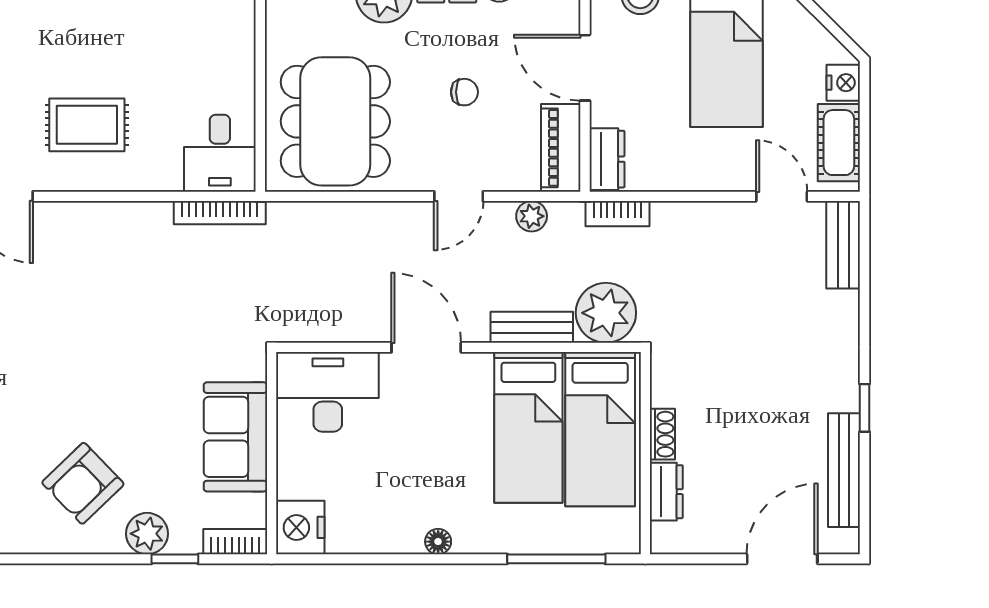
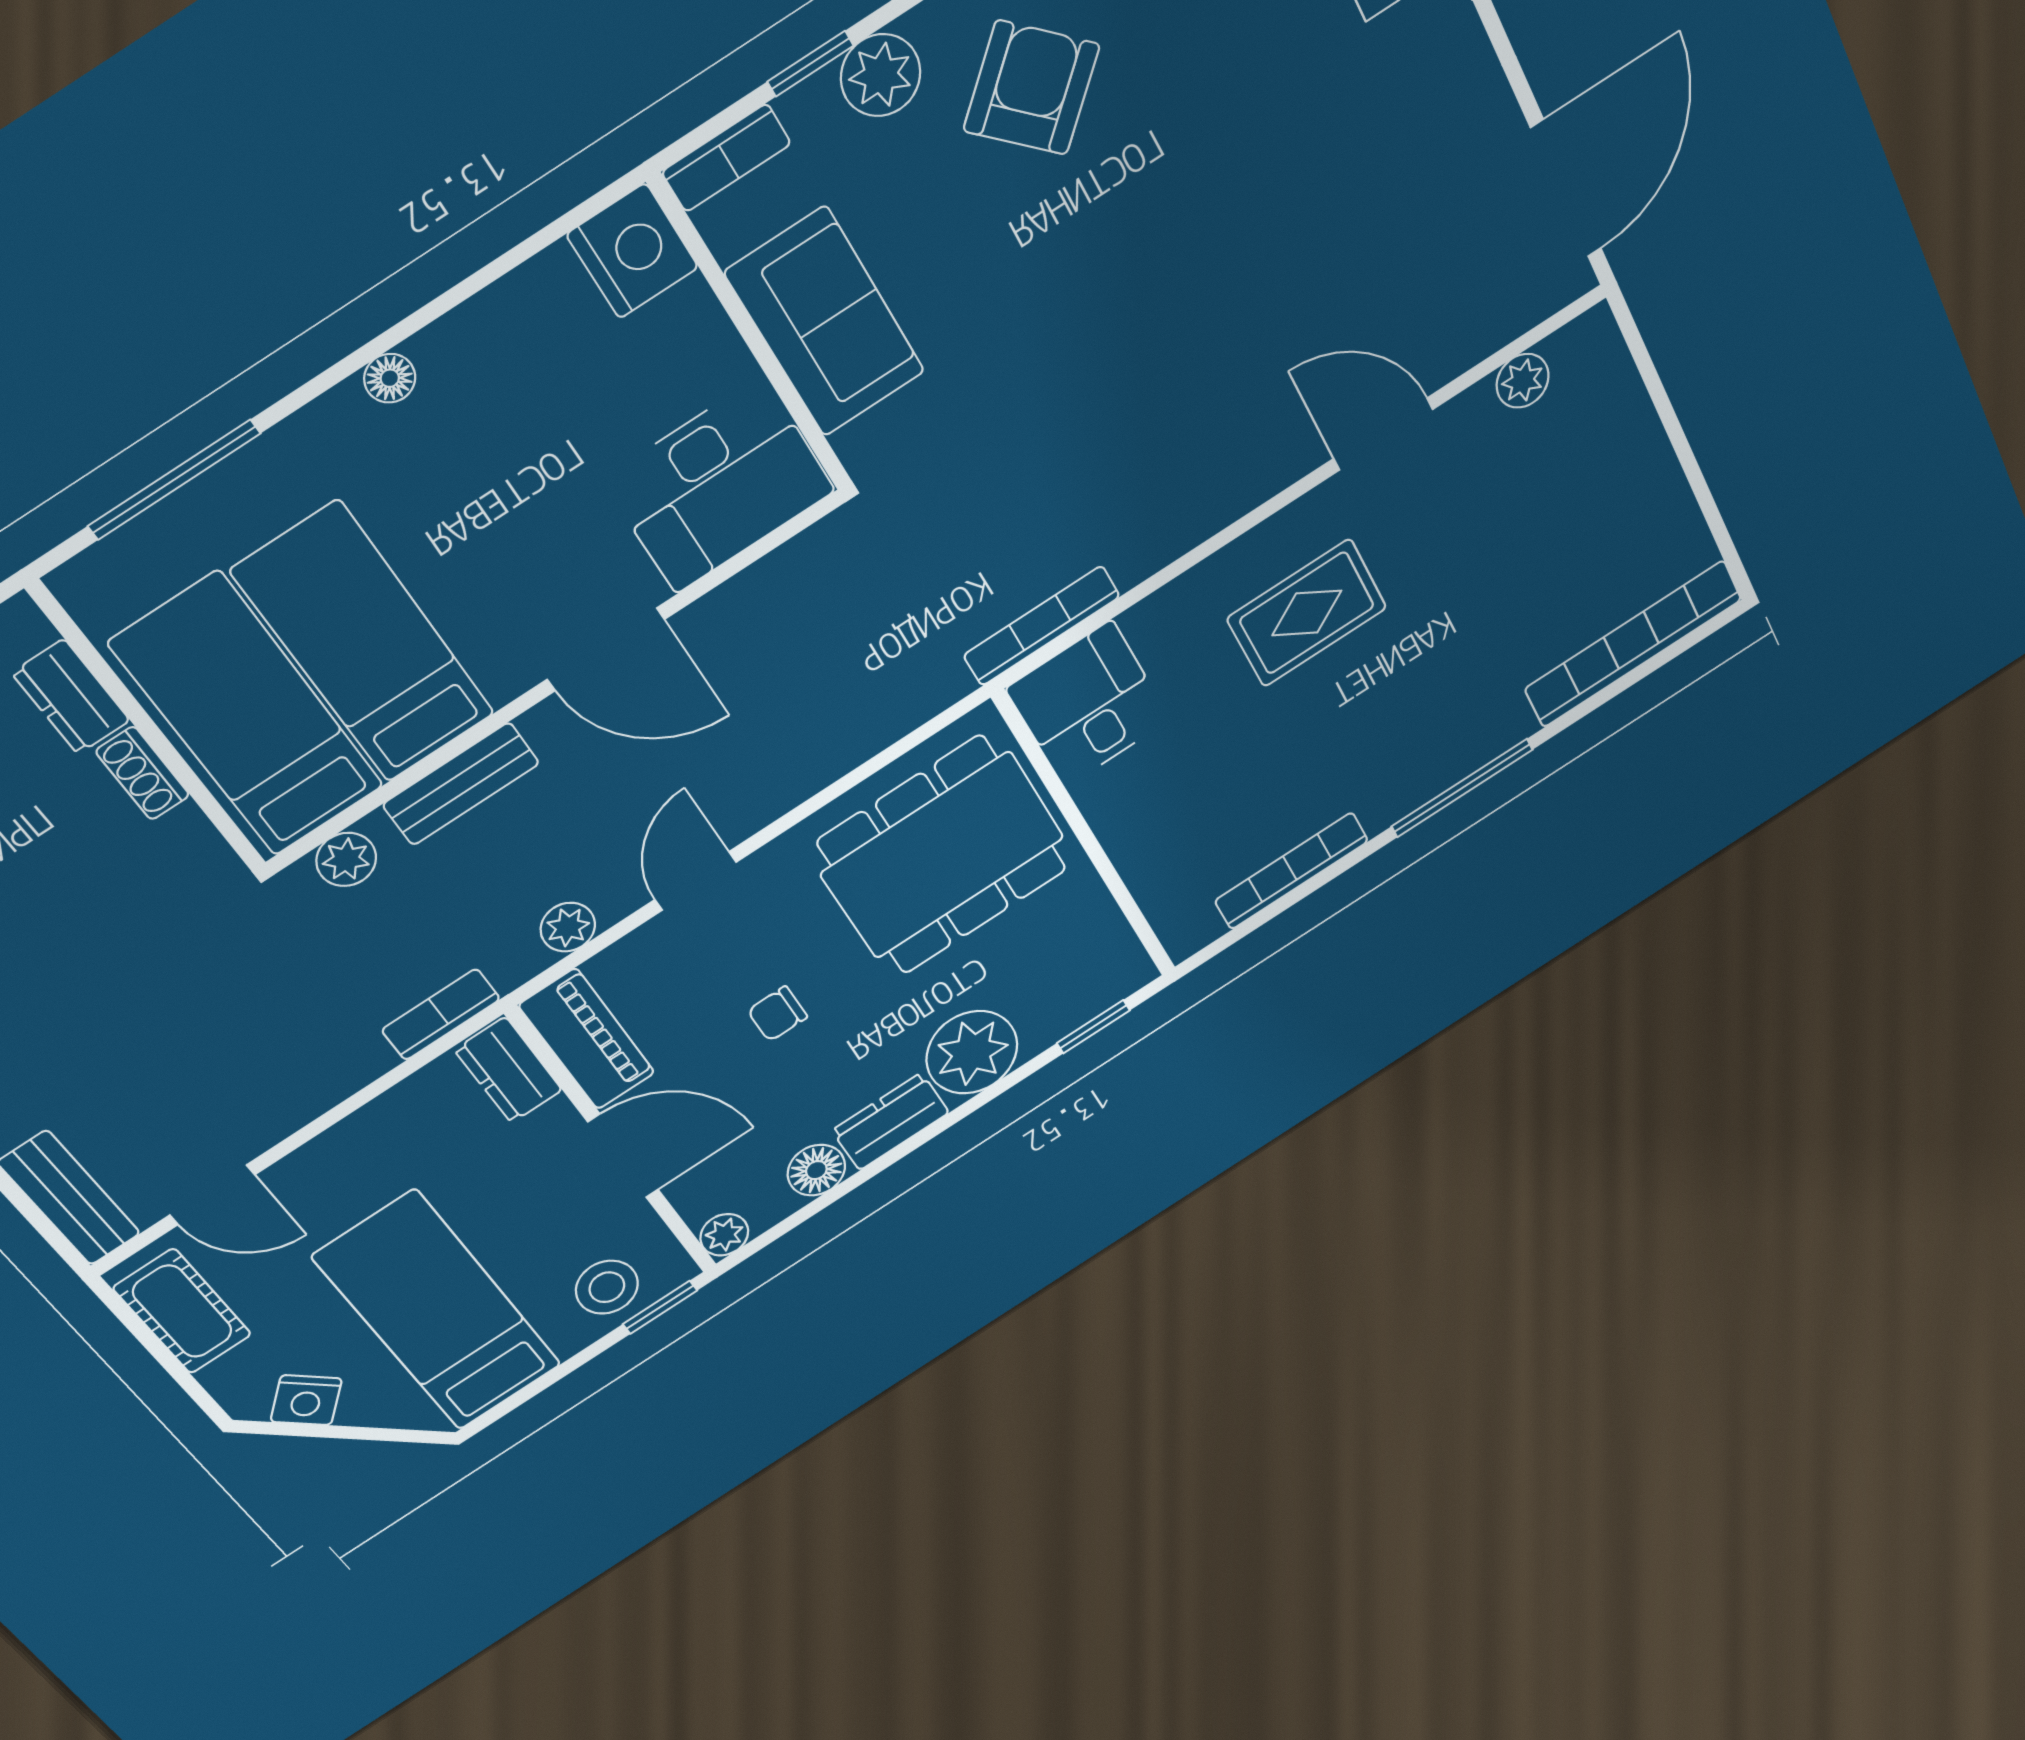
nightstand: (843, 83) -> (306, 1400), moved, turned -45
dining table: (335, 121) -> (942, 855), turned 90
plant: (606, 313) -> (346, 859), width x0.53, depth x0.53

